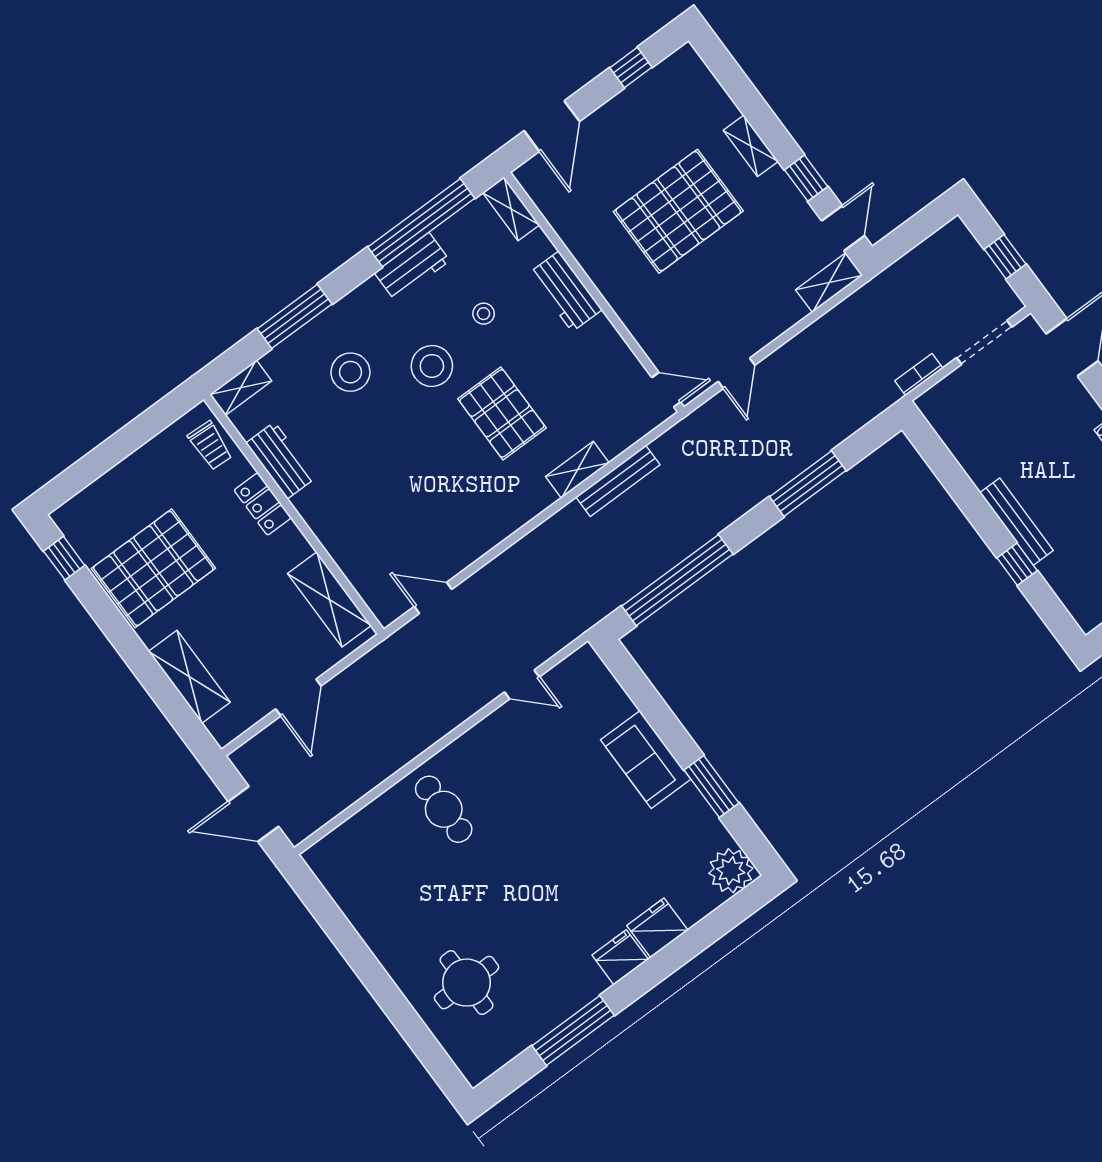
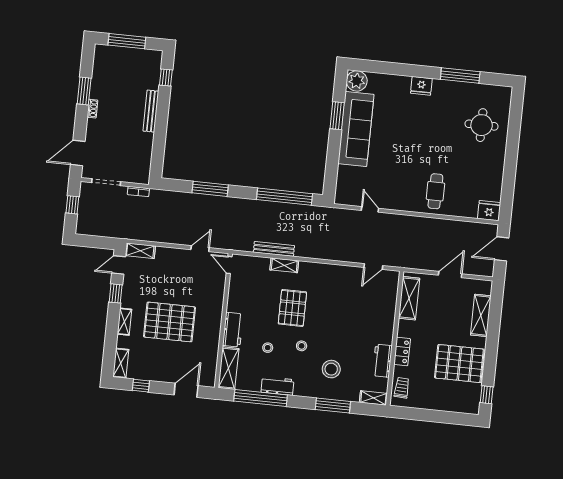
shelving: (696, 74) -> (121, 363), added
shelving: (511, 209) -> (228, 368), width x1.50, depth x1.33
stool: (432, 366) -> (302, 346), width x0.53, depth x0.53
window: (1017, 564) -> (166, 78), moved
door: (433, 598) -> (373, 267), hinge flipped
sofa: (646, 760) -> (356, 129), width x1.85, depth x1.27
door: (253, 814) -> (502, 249), swing flipped
fridge: (657, 928) -> (489, 211), moved, turned 180

